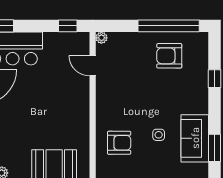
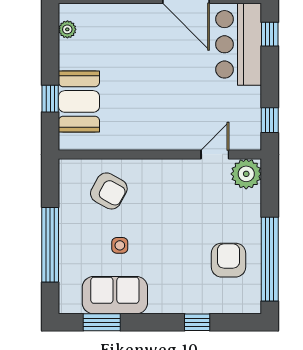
plant: (101, 38) -> (246, 174), width x1.88, depth x1.88
armchair: (119, 143) -> (109, 191), turned -61

